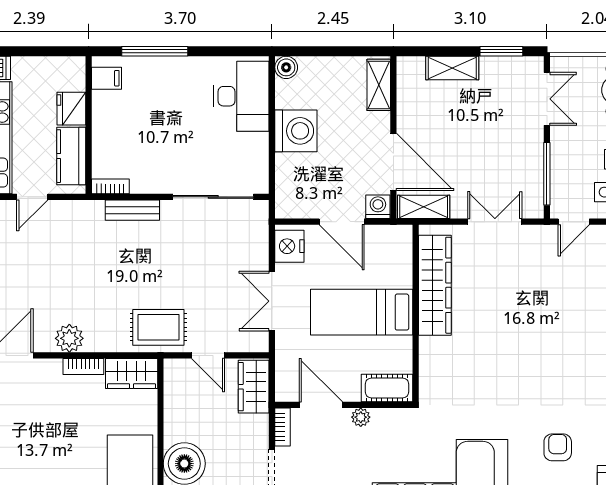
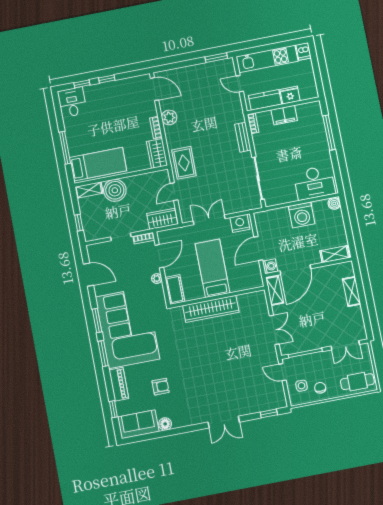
window: (501, 51) -> (366, 316), removed
filing cabinet: (106, 78) -> (284, 115), moved, width x2.00
wardrobe: (435, 285) -> (211, 309), moved

